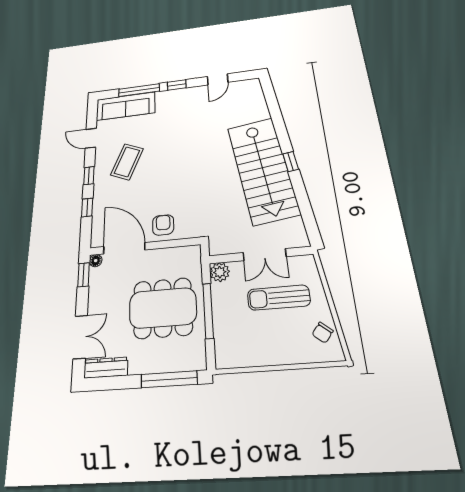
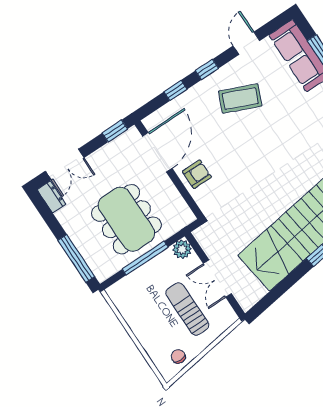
floor lamp: (96, 261) -> (133, 133), removed
chair: (323, 333) -> (178, 356), turned 51
dresser: (106, 368) -> (51, 197), width x0.70

